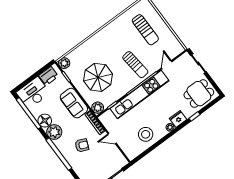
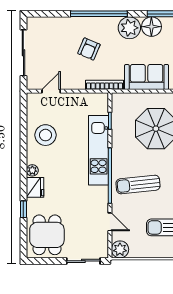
kitchen unit: (139, 95) -> (99, 150), width x0.73
plant: (98, 108) -> (120, 249), moved
door: (112, 139) -> (51, 91), moved

